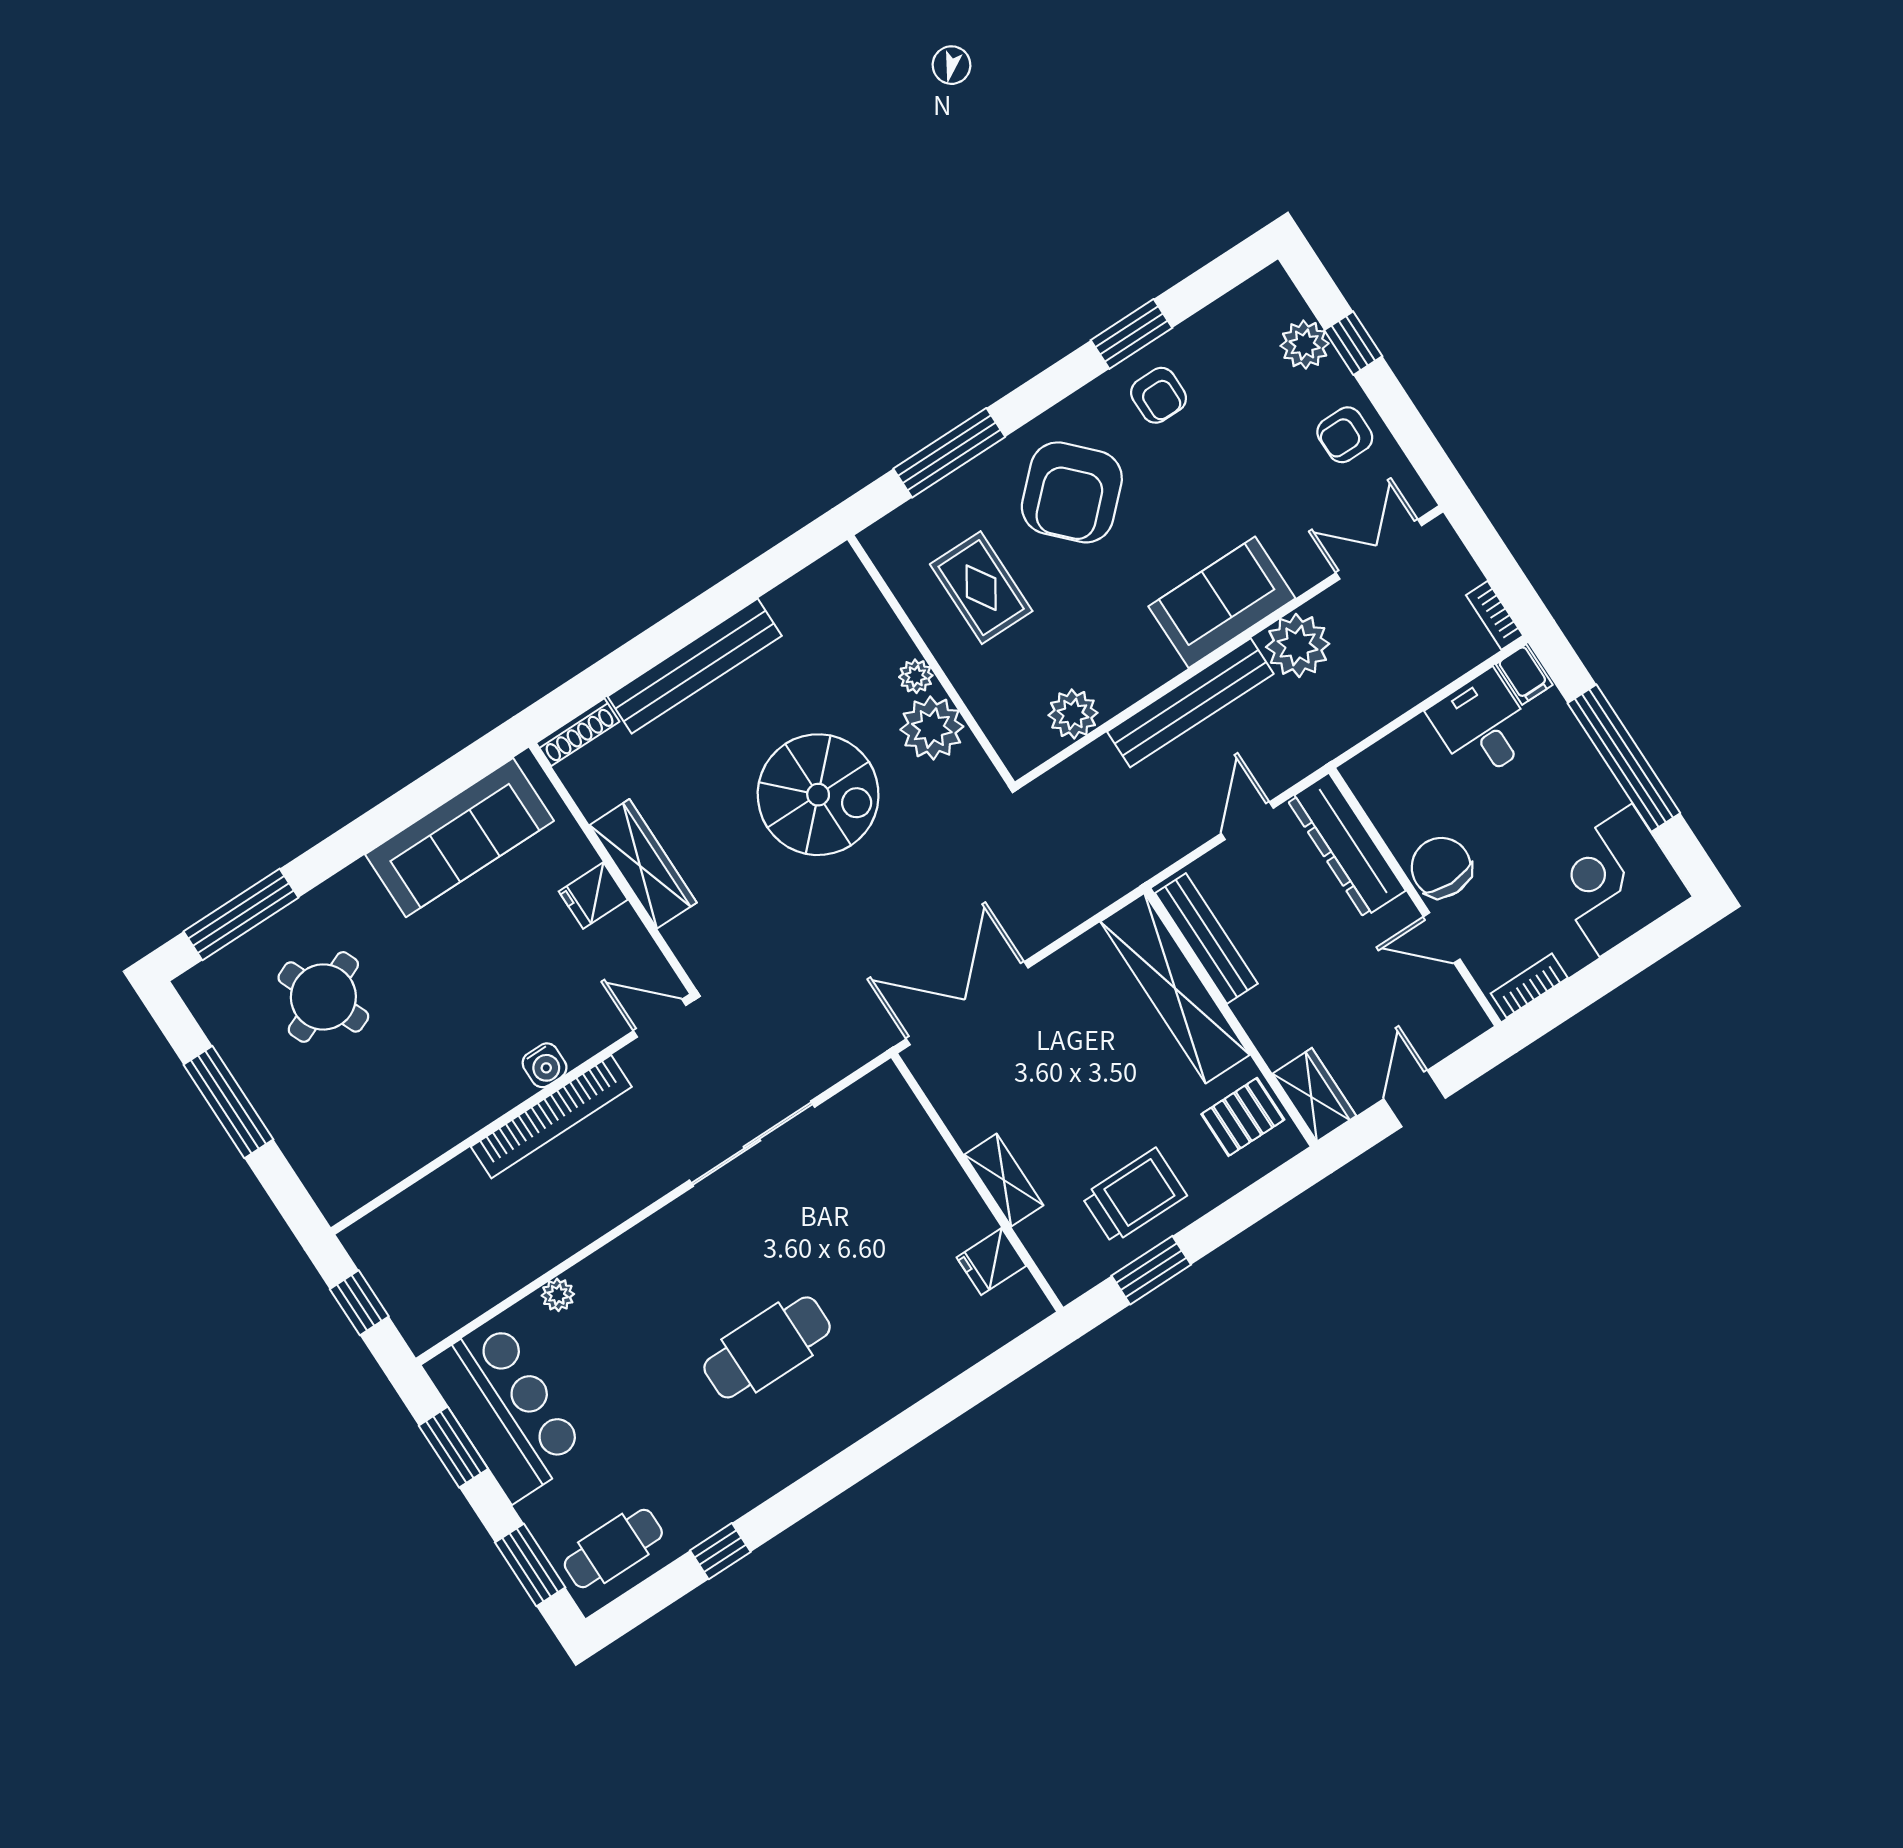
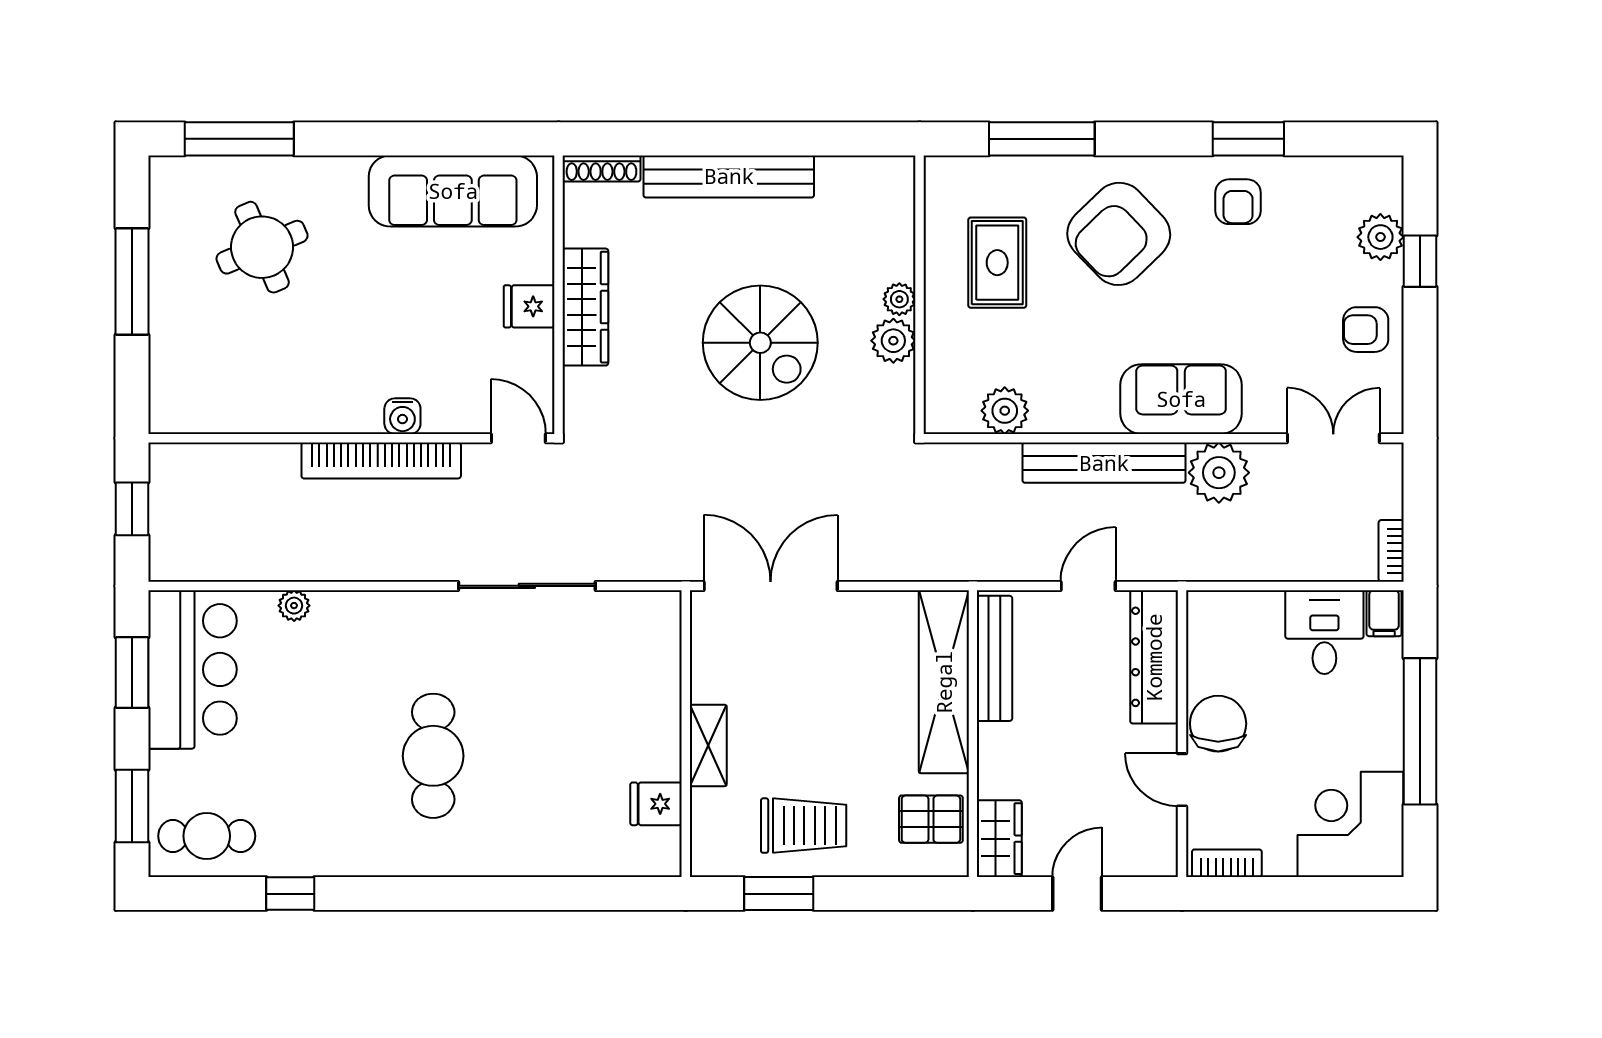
plant: (932, 728) -> (893, 341), width x0.73, depth x0.73
cafe table: (767, 1347) -> (433, 756), turned 90

